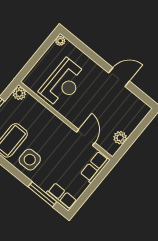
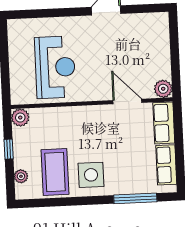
plant: (60, 41) -> (14, 27), removed
plant: (120, 138) -> (163, 89), moved
row of seats: (61, 197) -> (166, 165), moved, turned -90

